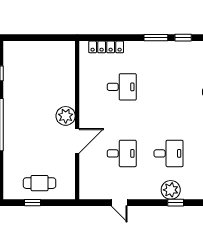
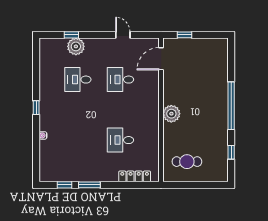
door: (77, 141) -> (161, 59), moved
cafe table: (40, 183) -> (187, 162), moved
window: (33, 203) -> (185, 35), moved

